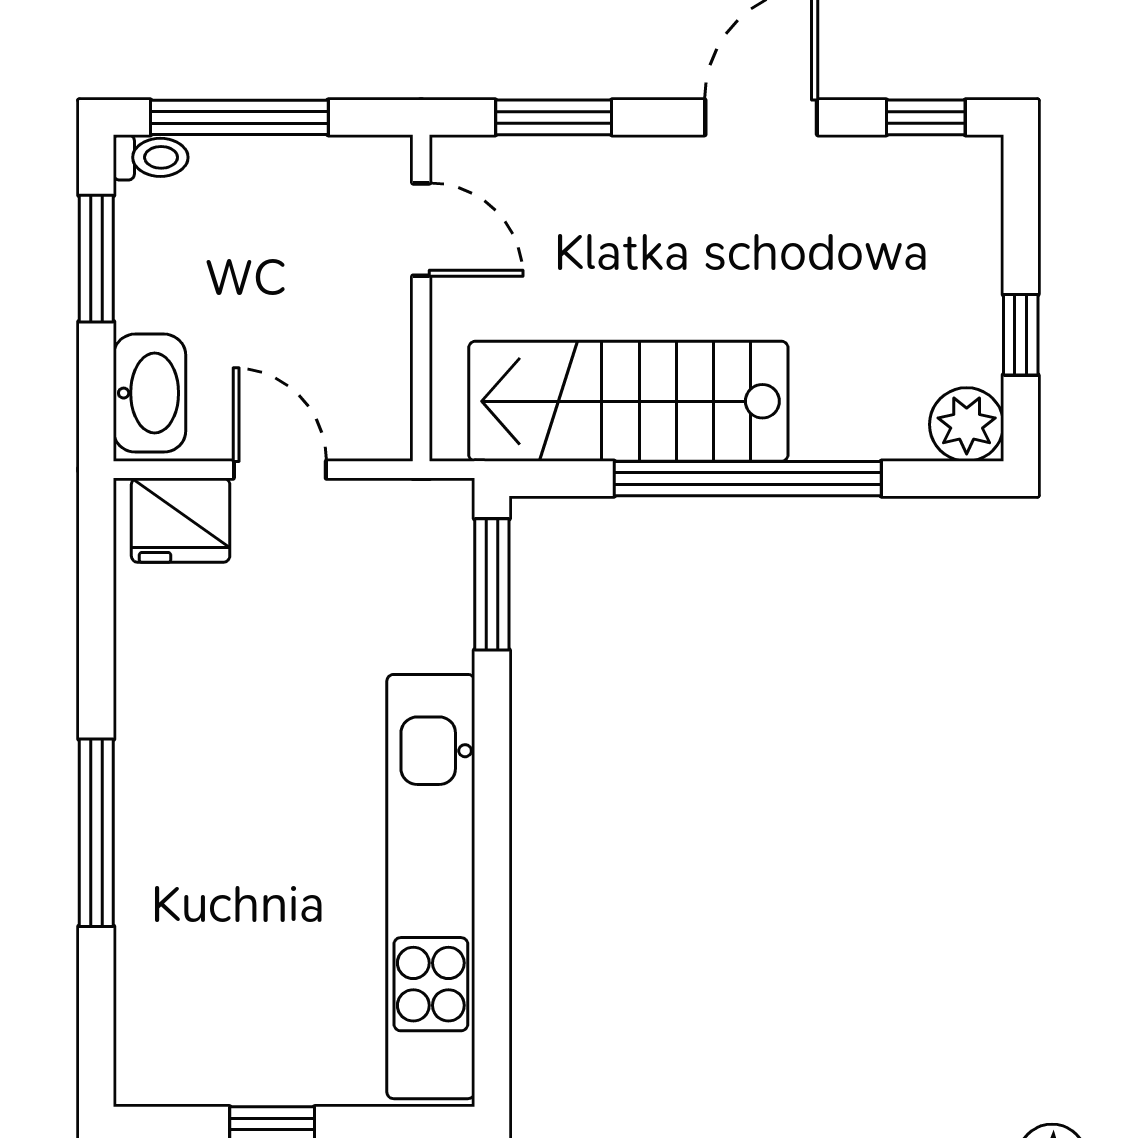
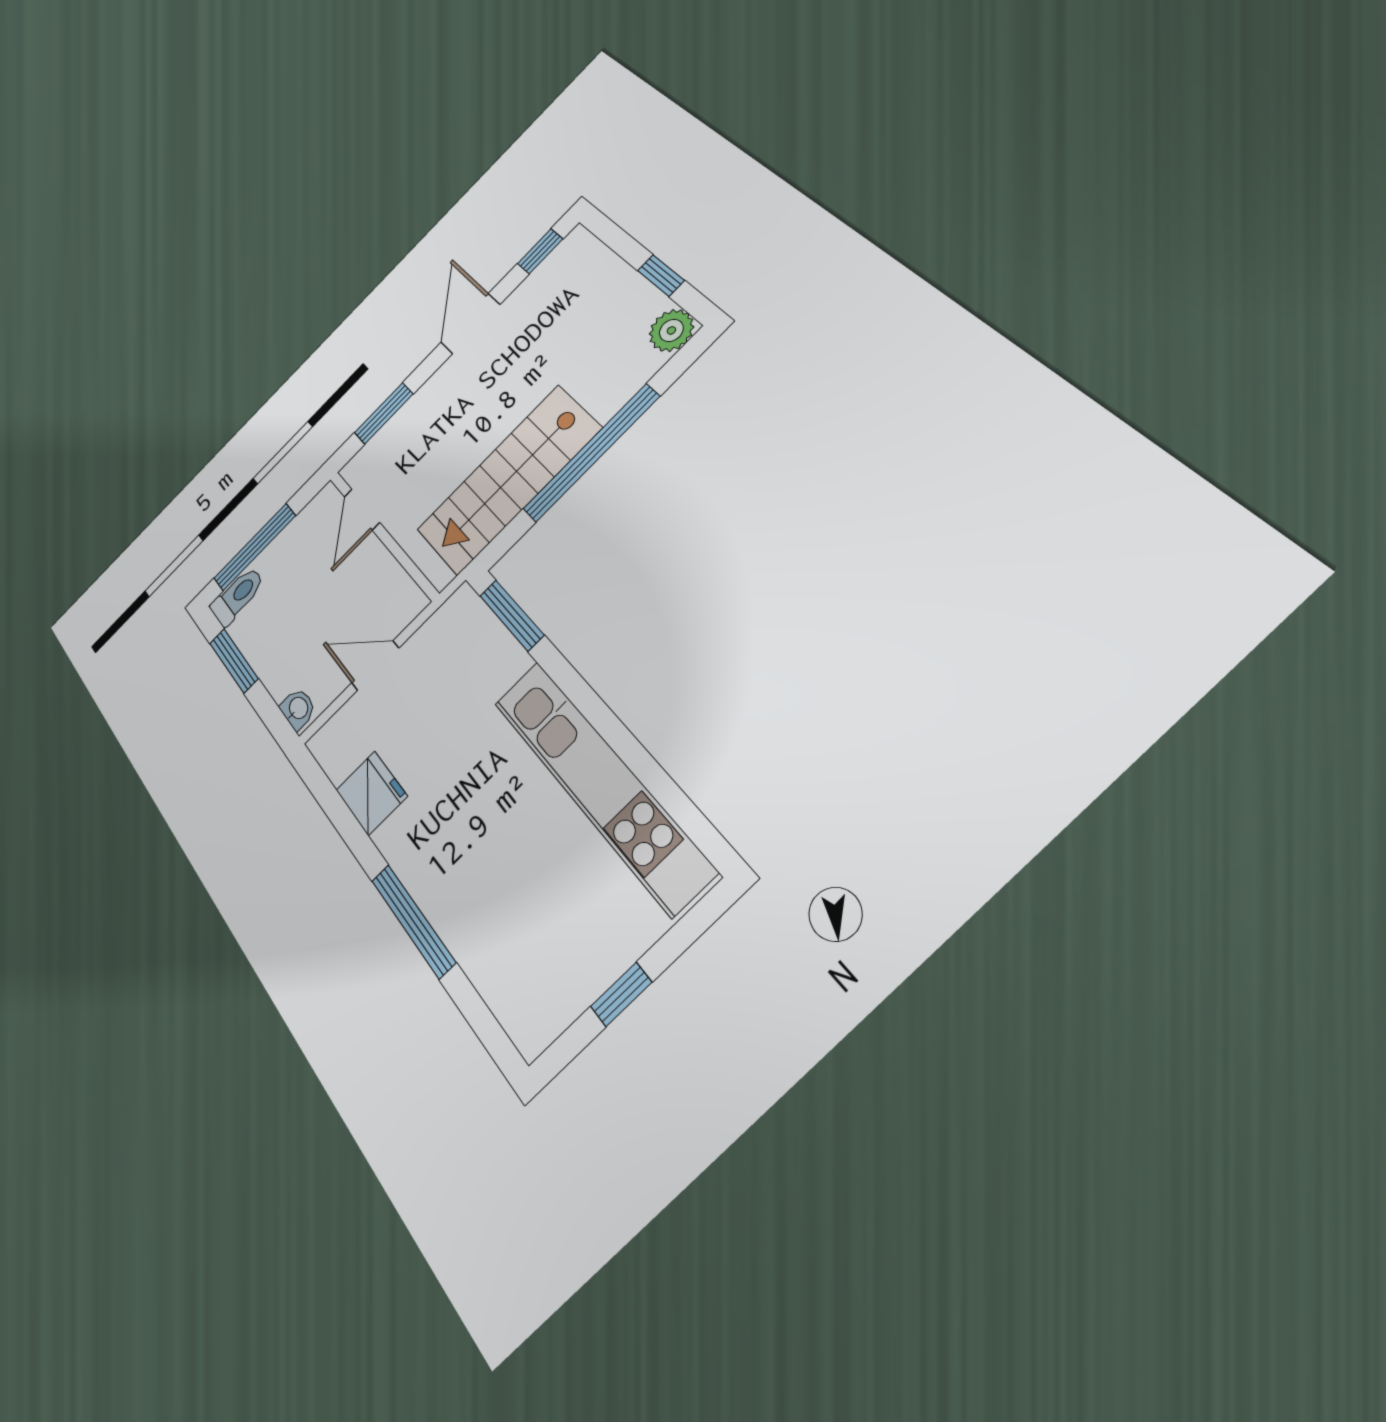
toilet: (151, 157) -> (237, 596), width x1.37, depth x1.39
door: (421, 230) -> (362, 509), swing flipped
washbasin: (150, 393) -> (298, 709), width x0.52, depth x0.69
fridge: (181, 520) -> (371, 793), moved, turned -90

